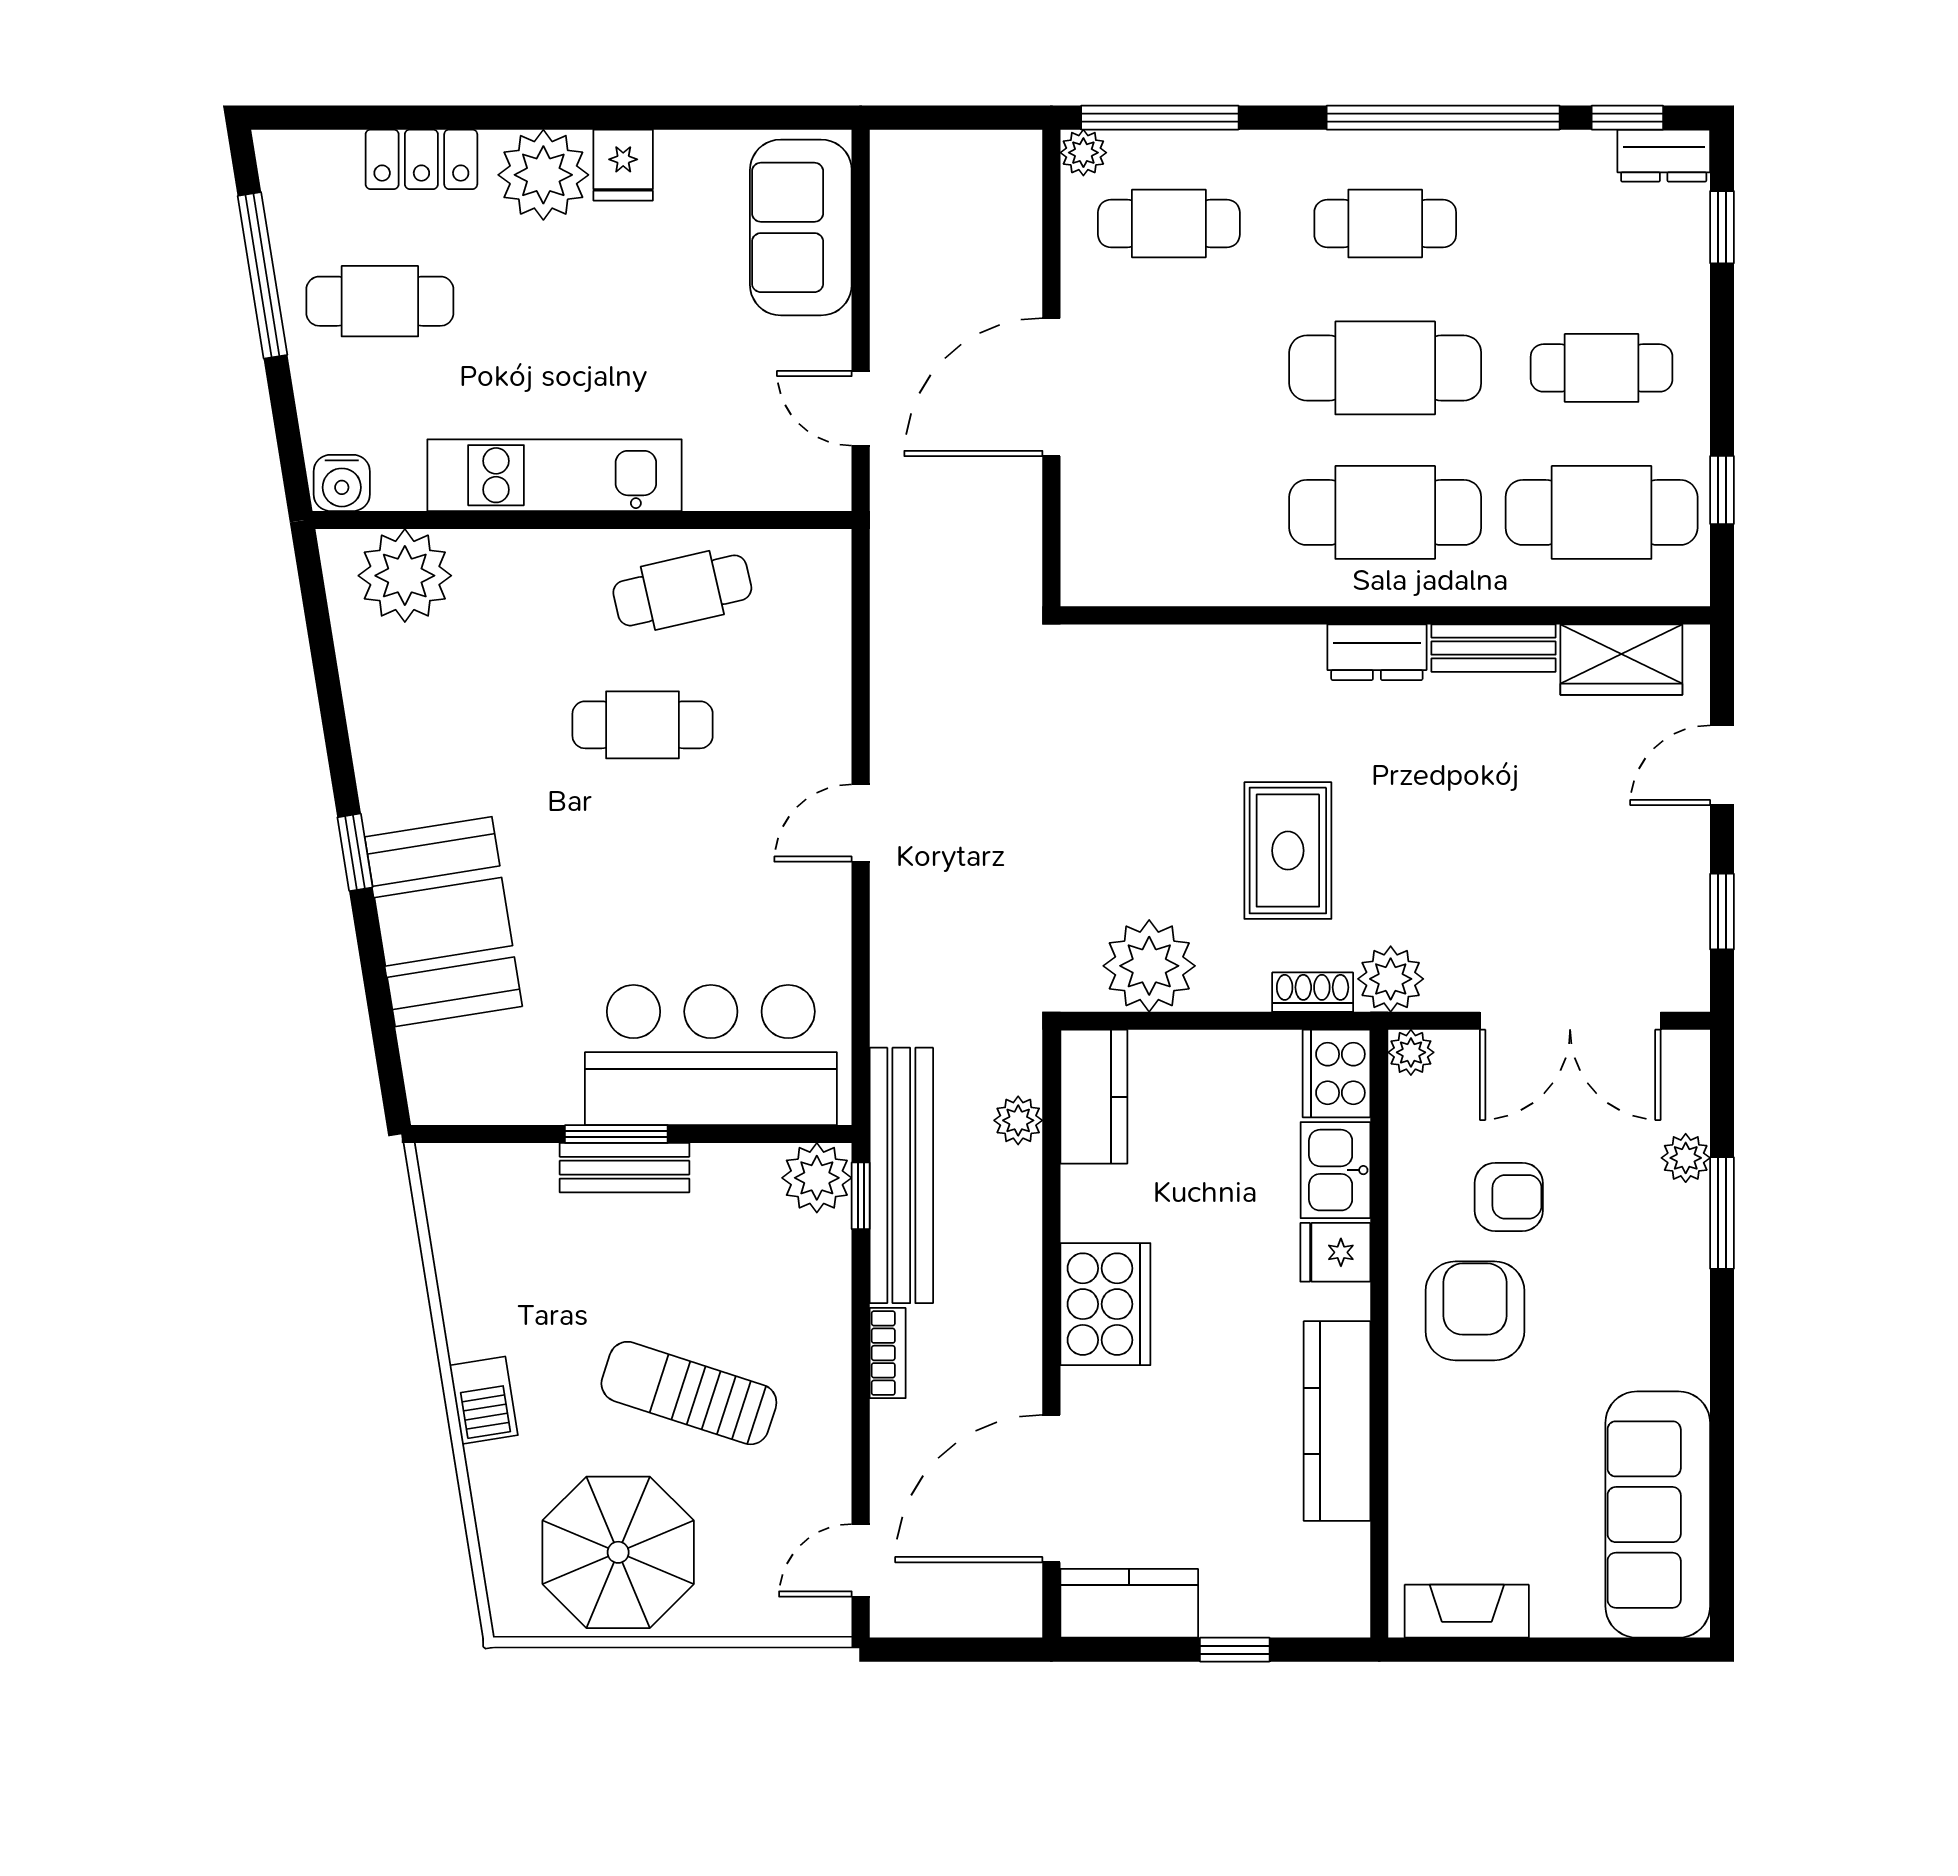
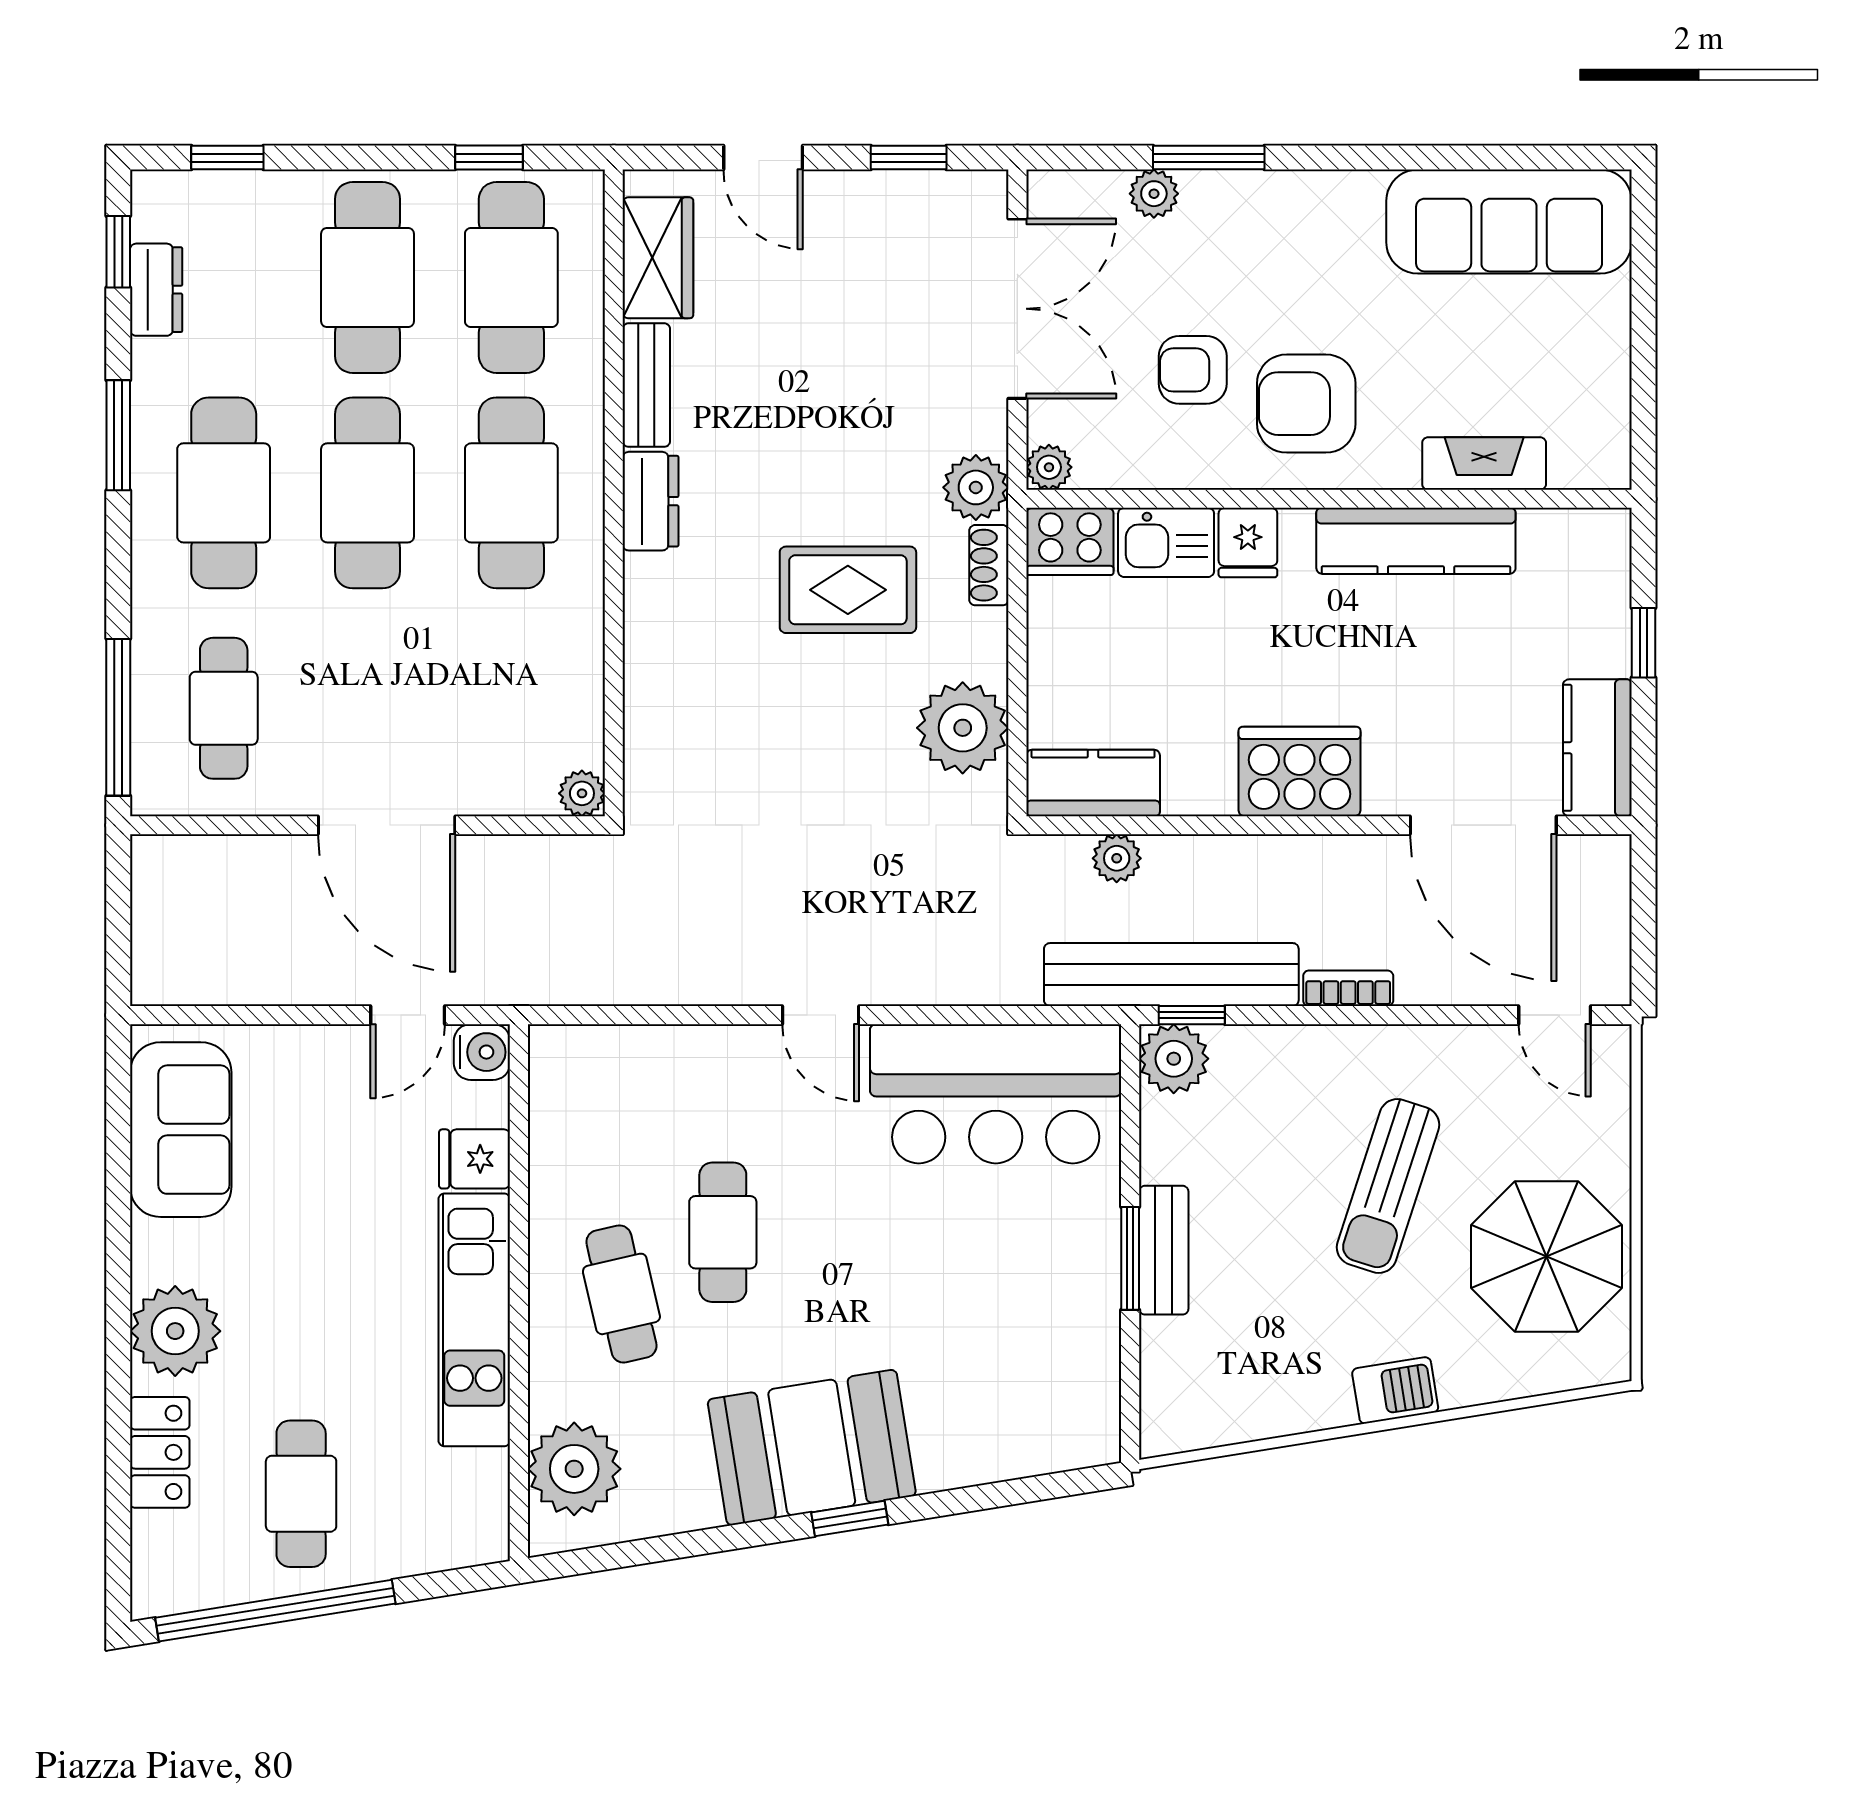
window: (1443, 118) -> (118, 435), width x0.47
plant: (1083, 153) -> (582, 793), moved
dresser: (1664, 156) -> (156, 290), moved
fridge: (623, 165) -> (475, 1159), moved, turned 180
cafe table: (1385, 223) -> (224, 493), width x1.37, depth x1.35
sofa: (801, 227) -> (181, 1130), moved, turned -90
window: (262, 275) -> (275, 1611), width x1.46
cafe table: (1602, 368) -> (368, 278), width x1.37, depth x1.35
water cooler: (342, 483) -> (482, 1052), moved
cafe table: (682, 590) -> (621, 1294), moved
booth: (443, 922) -> (812, 1448), moved
bar counter: (711, 1055) -> (996, 1094), moved, turned -90
armchair: (1509, 1197) -> (1193, 370), turned -90
fireplace: (1467, 1611) -> (1484, 464), moved, turned 90

